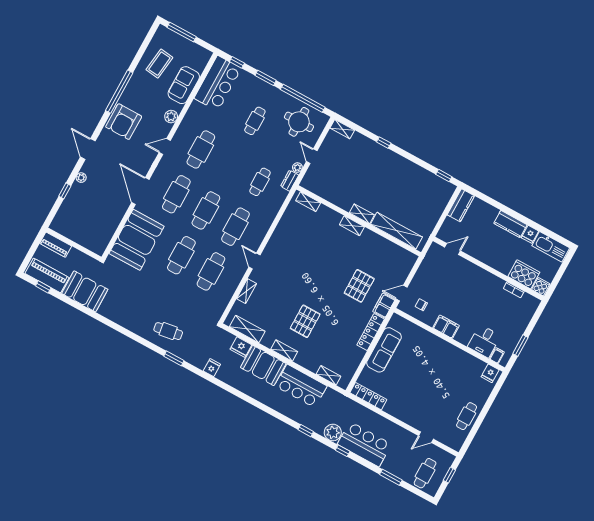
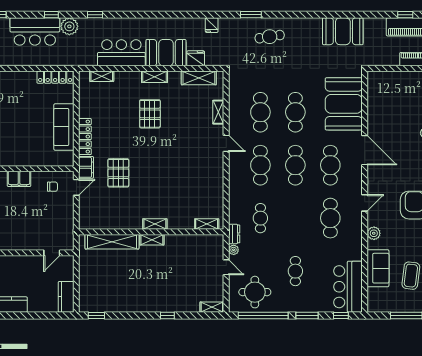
booth: (85, 291) -> (343, 31), moved

